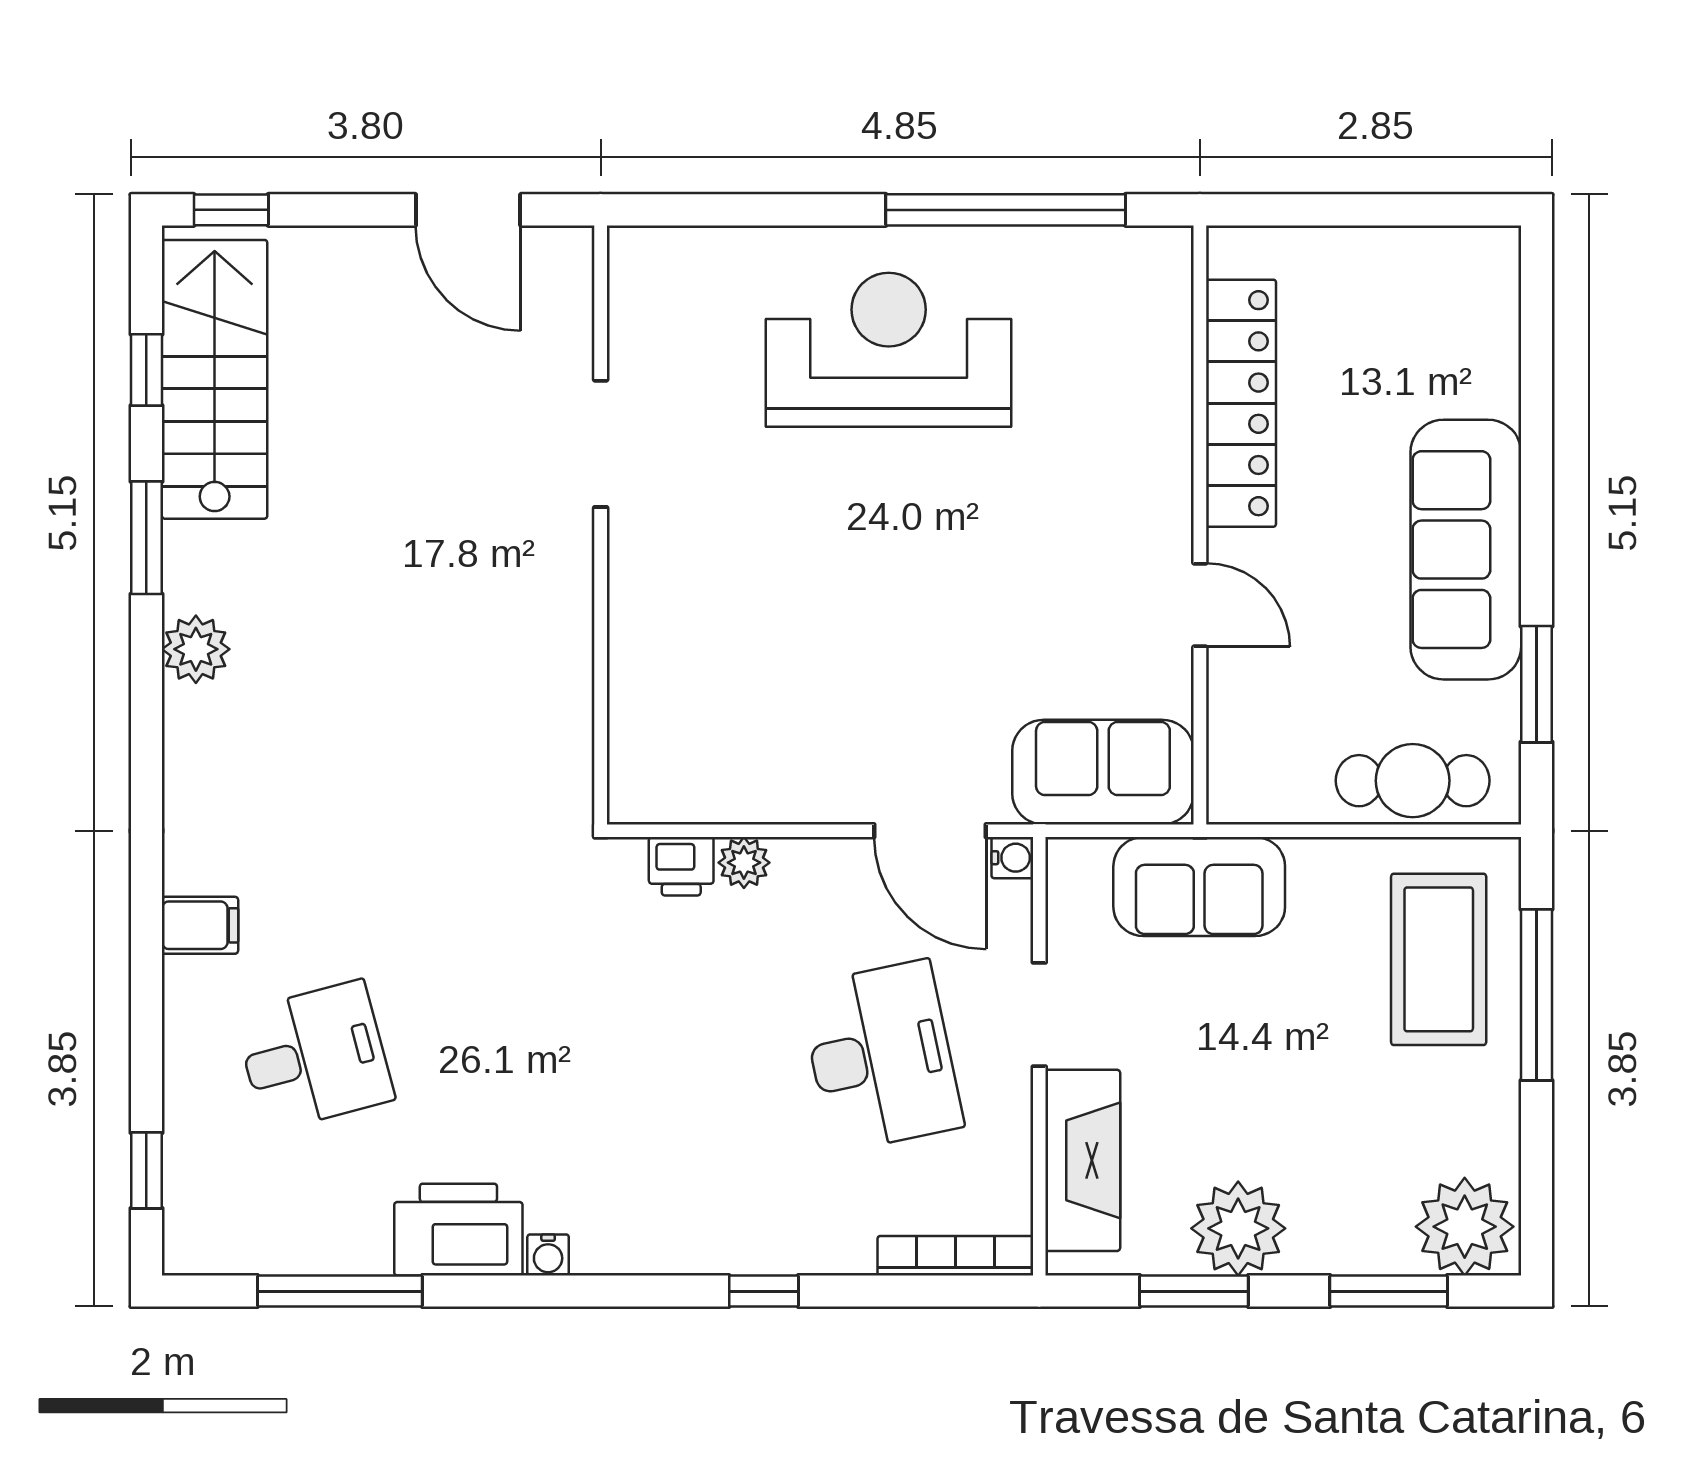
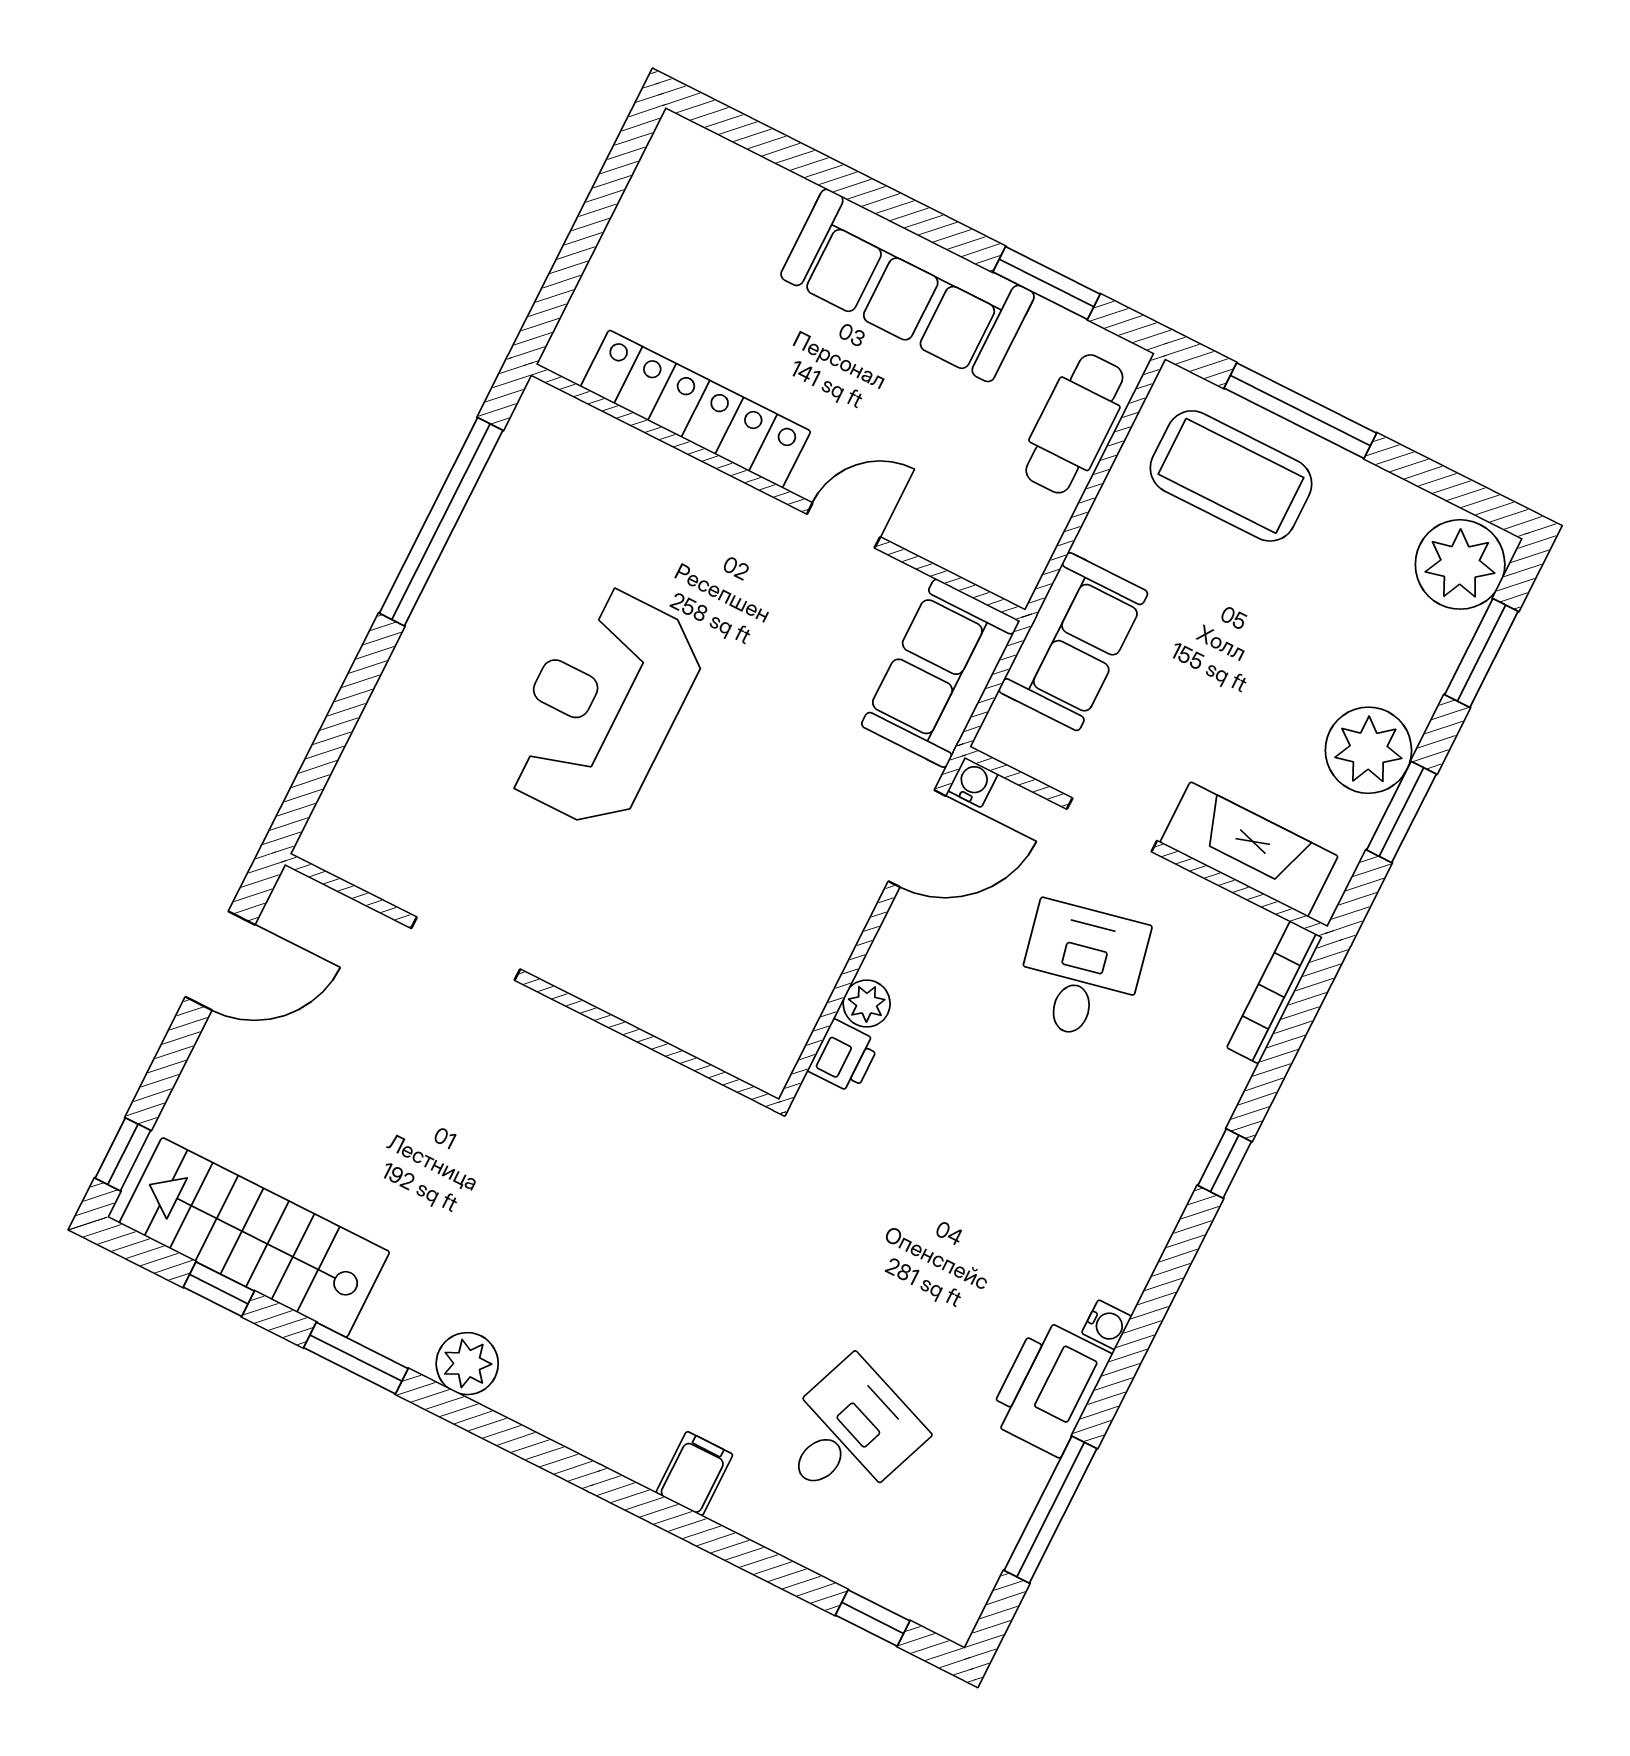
reception desk: (889, 350) -> (602, 707), moved
desk: (314, 1056) -> (848, 1434), turned 36
desk: (881, 1056) -> (1081, 971), width x0.73

